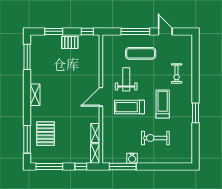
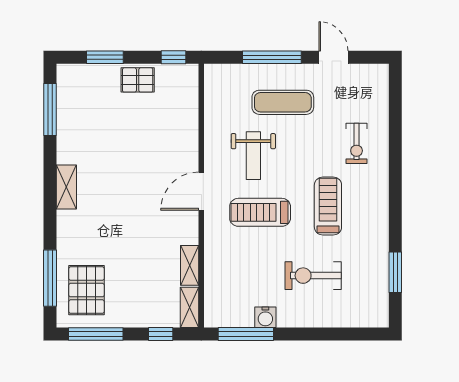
weight bench: (126, 79) -> (253, 156), turned 180
window: (195, 113) -> (395, 272), moved
pallet: (45, 134) -> (86, 290), moved

